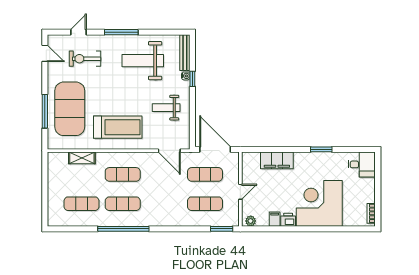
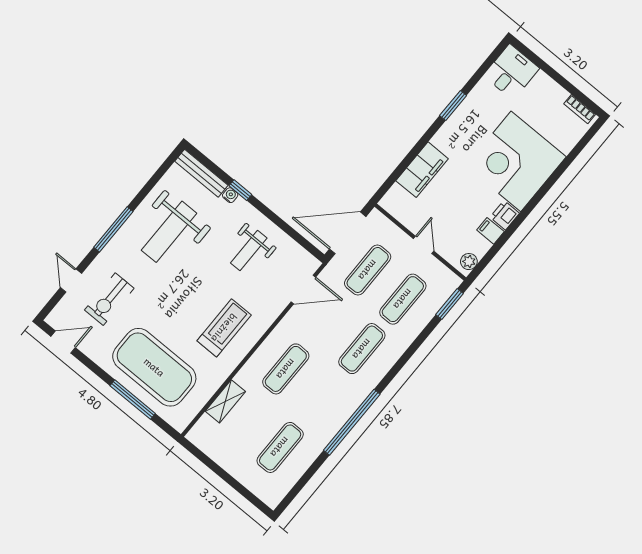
treadmill: (118, 127) -> (224, 328), width x0.73, depth x0.73
exercise mat: (123, 204) -> (362, 349), moved

